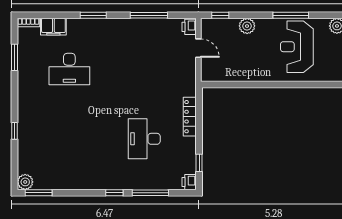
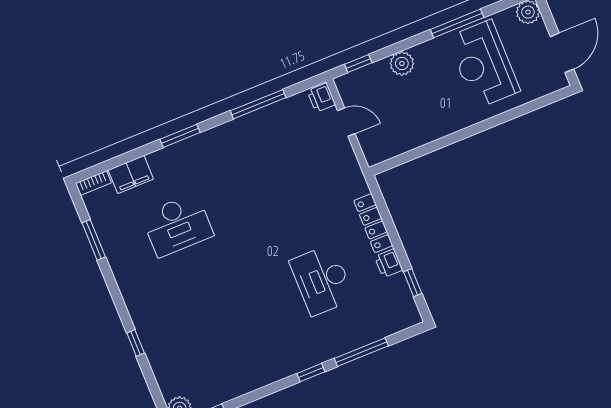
printer: (189, 182) -> (389, 263), moved

